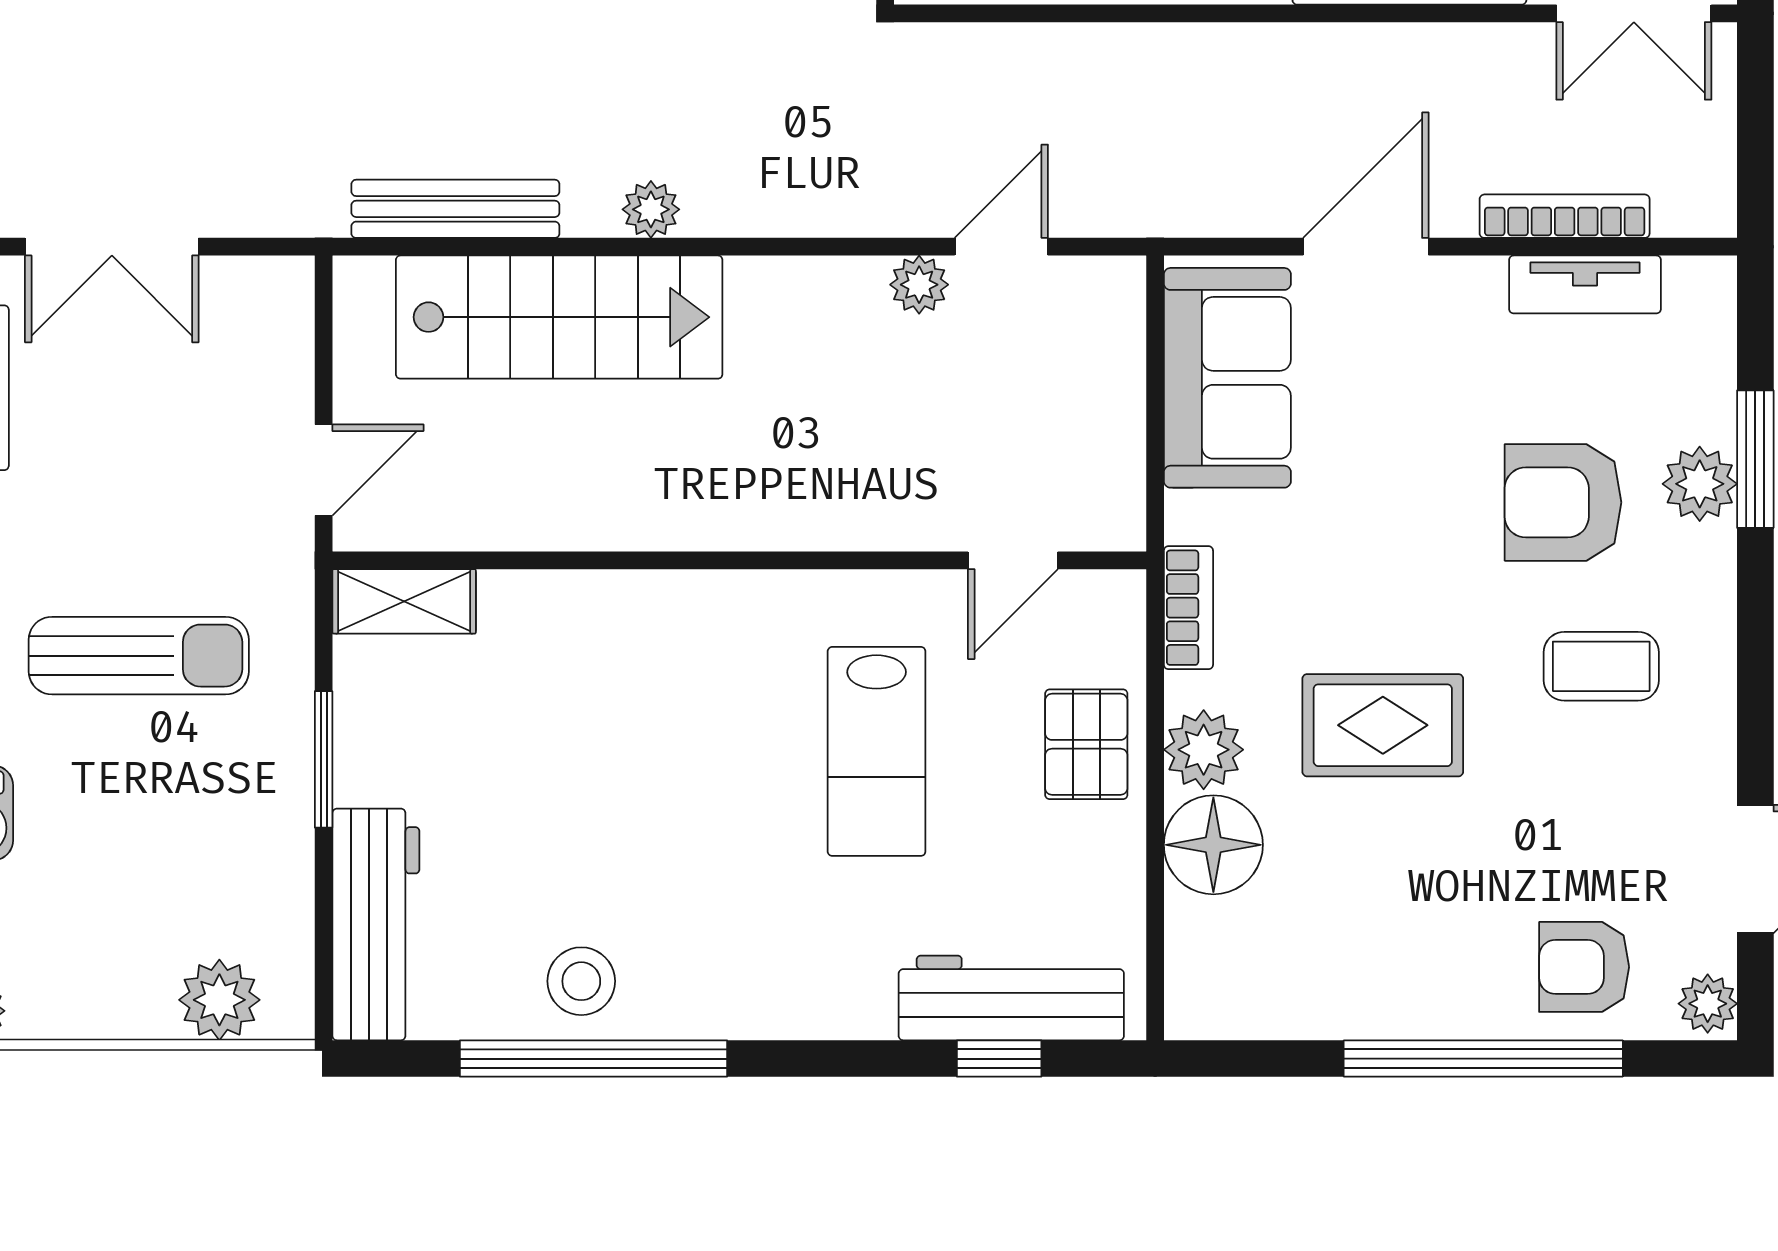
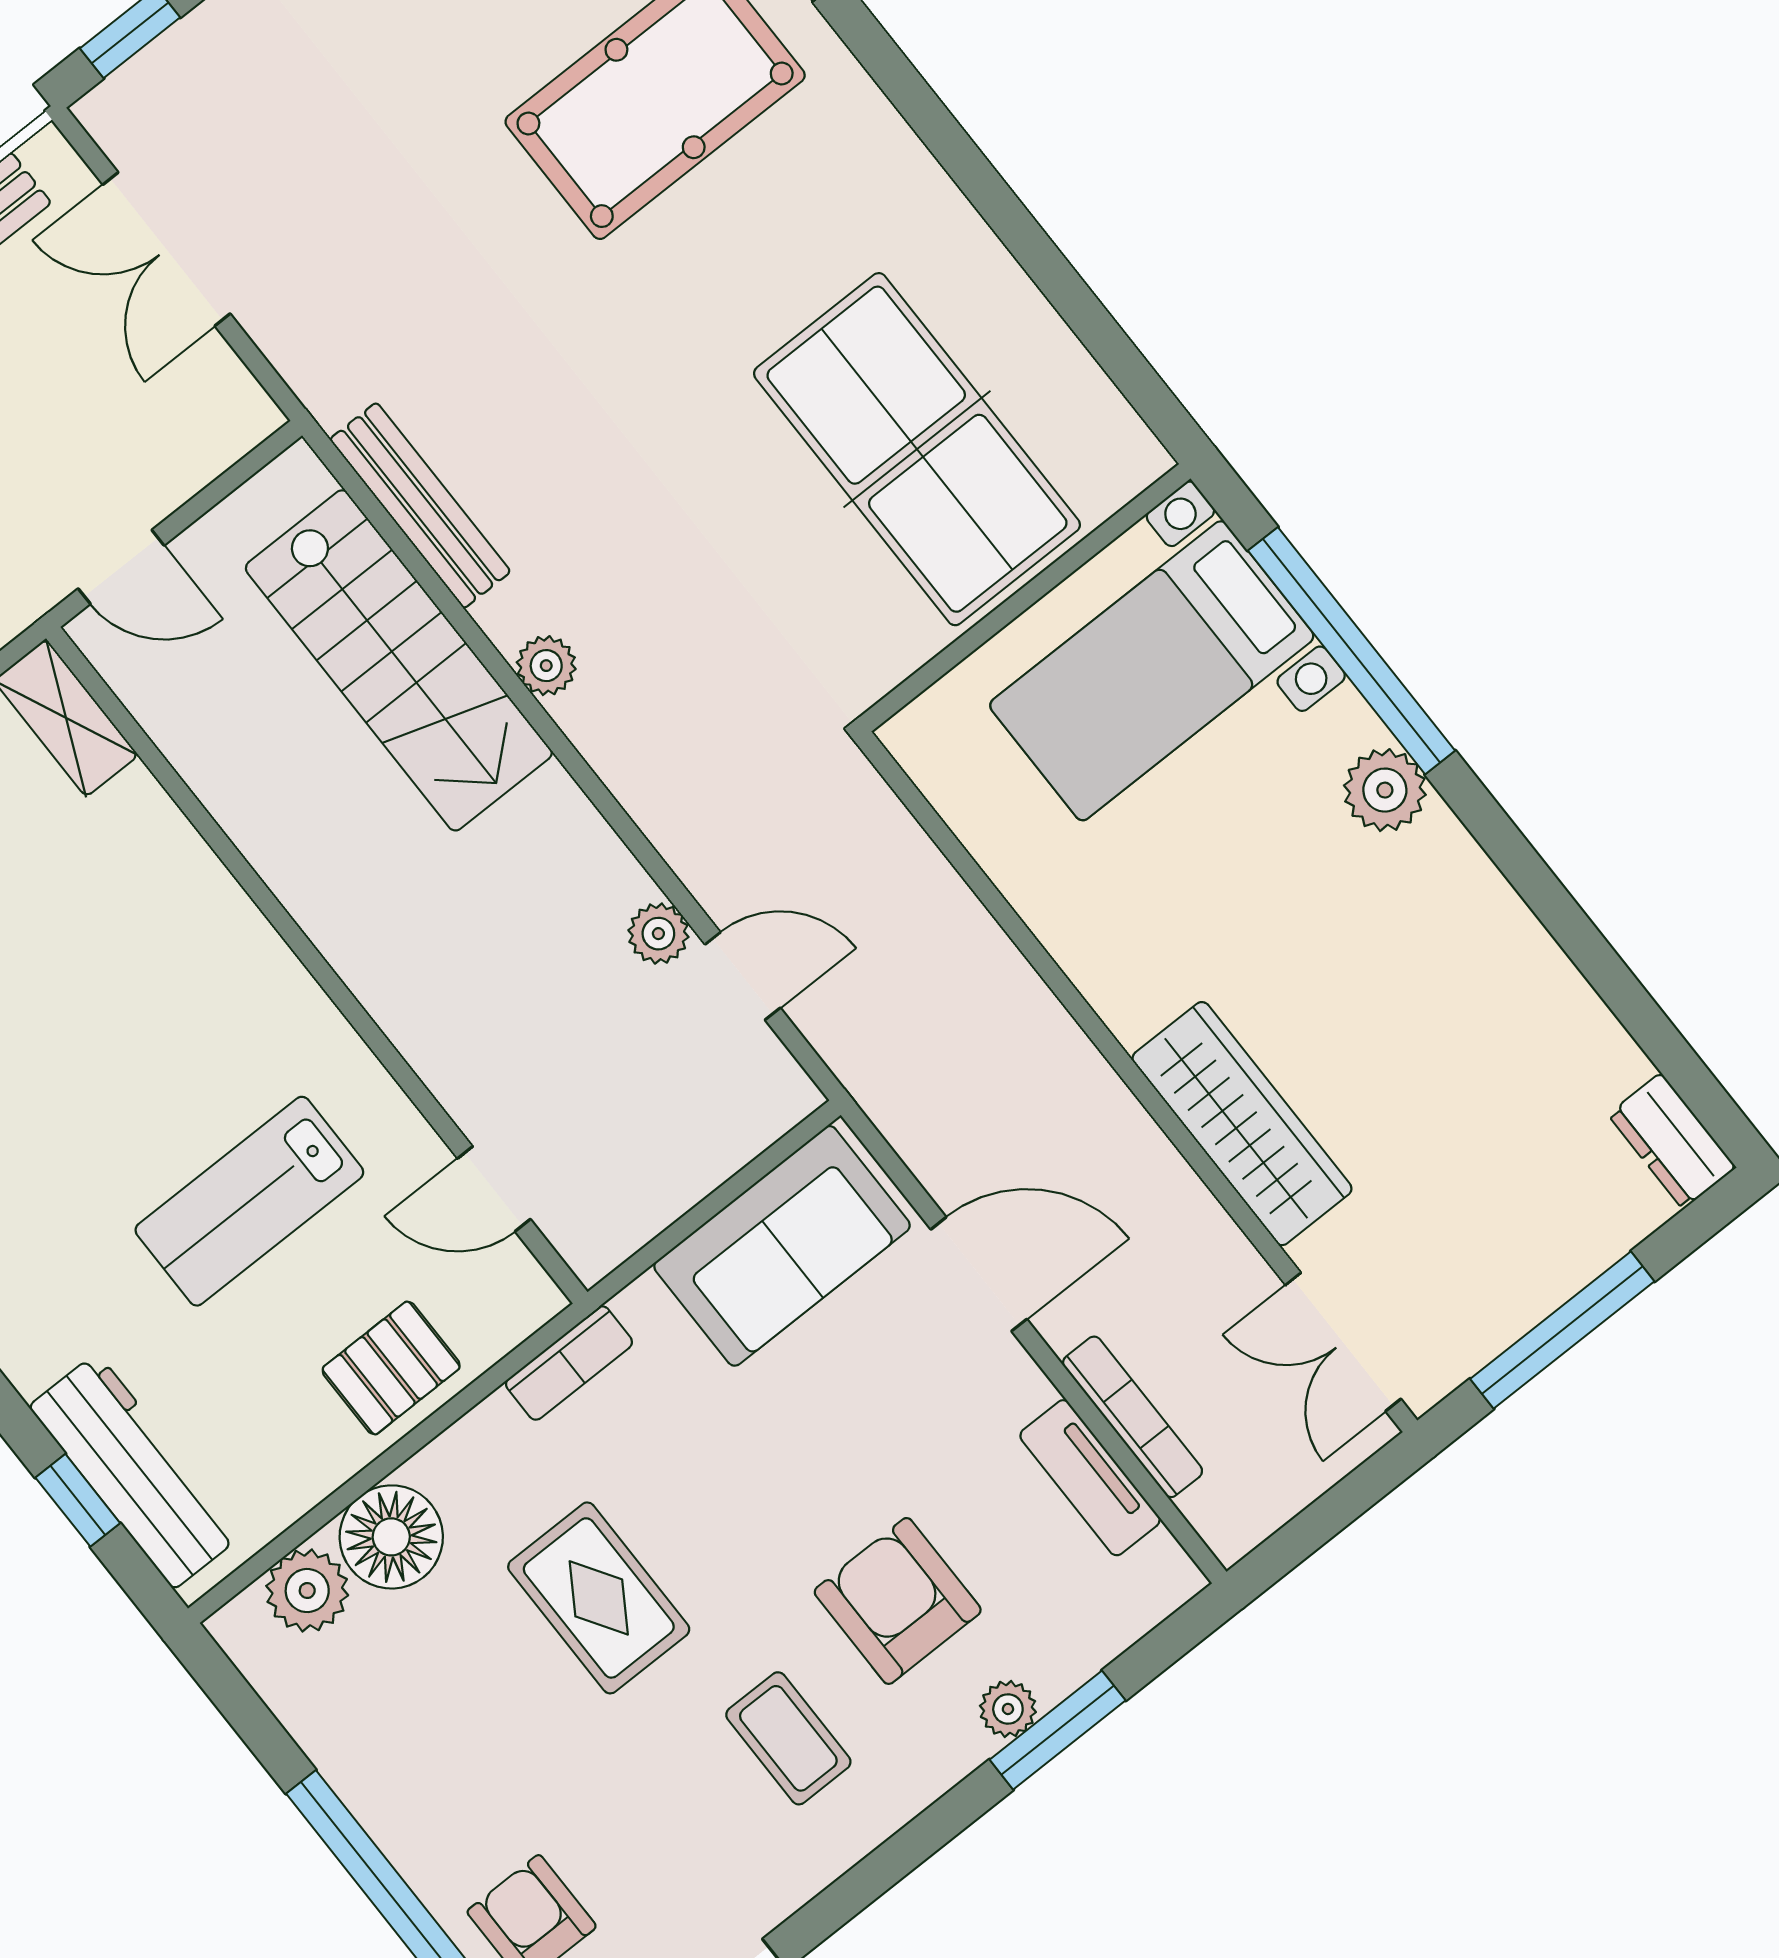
plant: (1700, 484) -> (1008, 1709), width x0.73, depth x0.73
plant: (1204, 750) -> (307, 1591), moved

